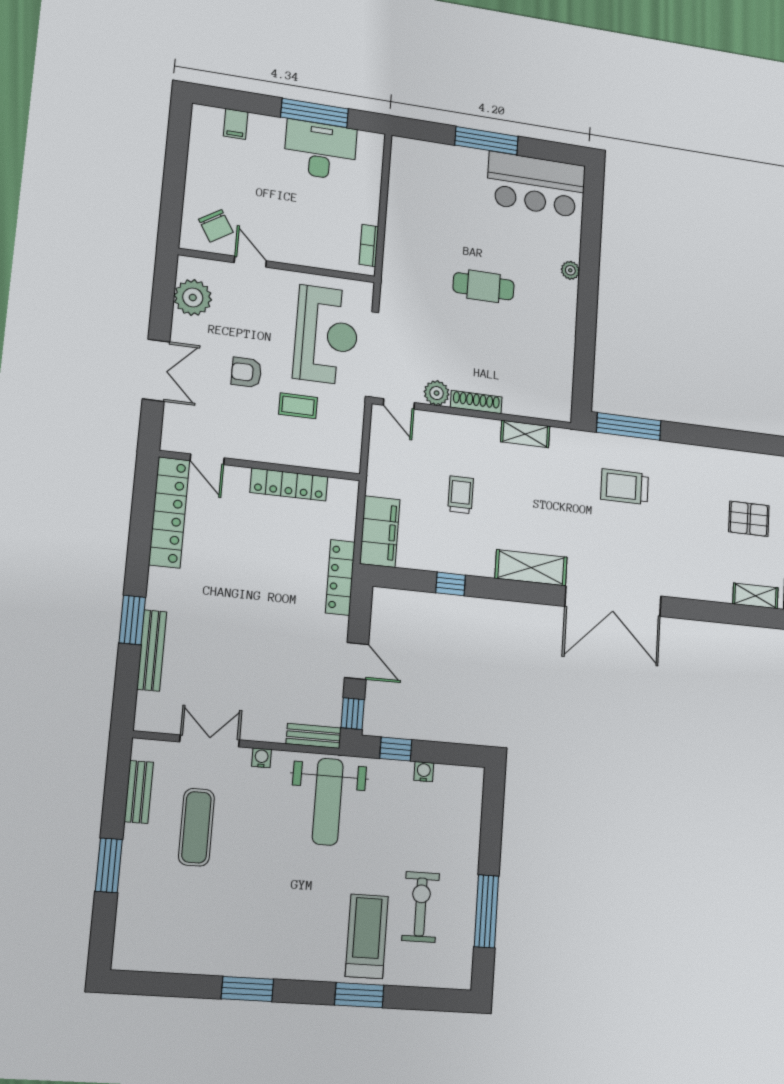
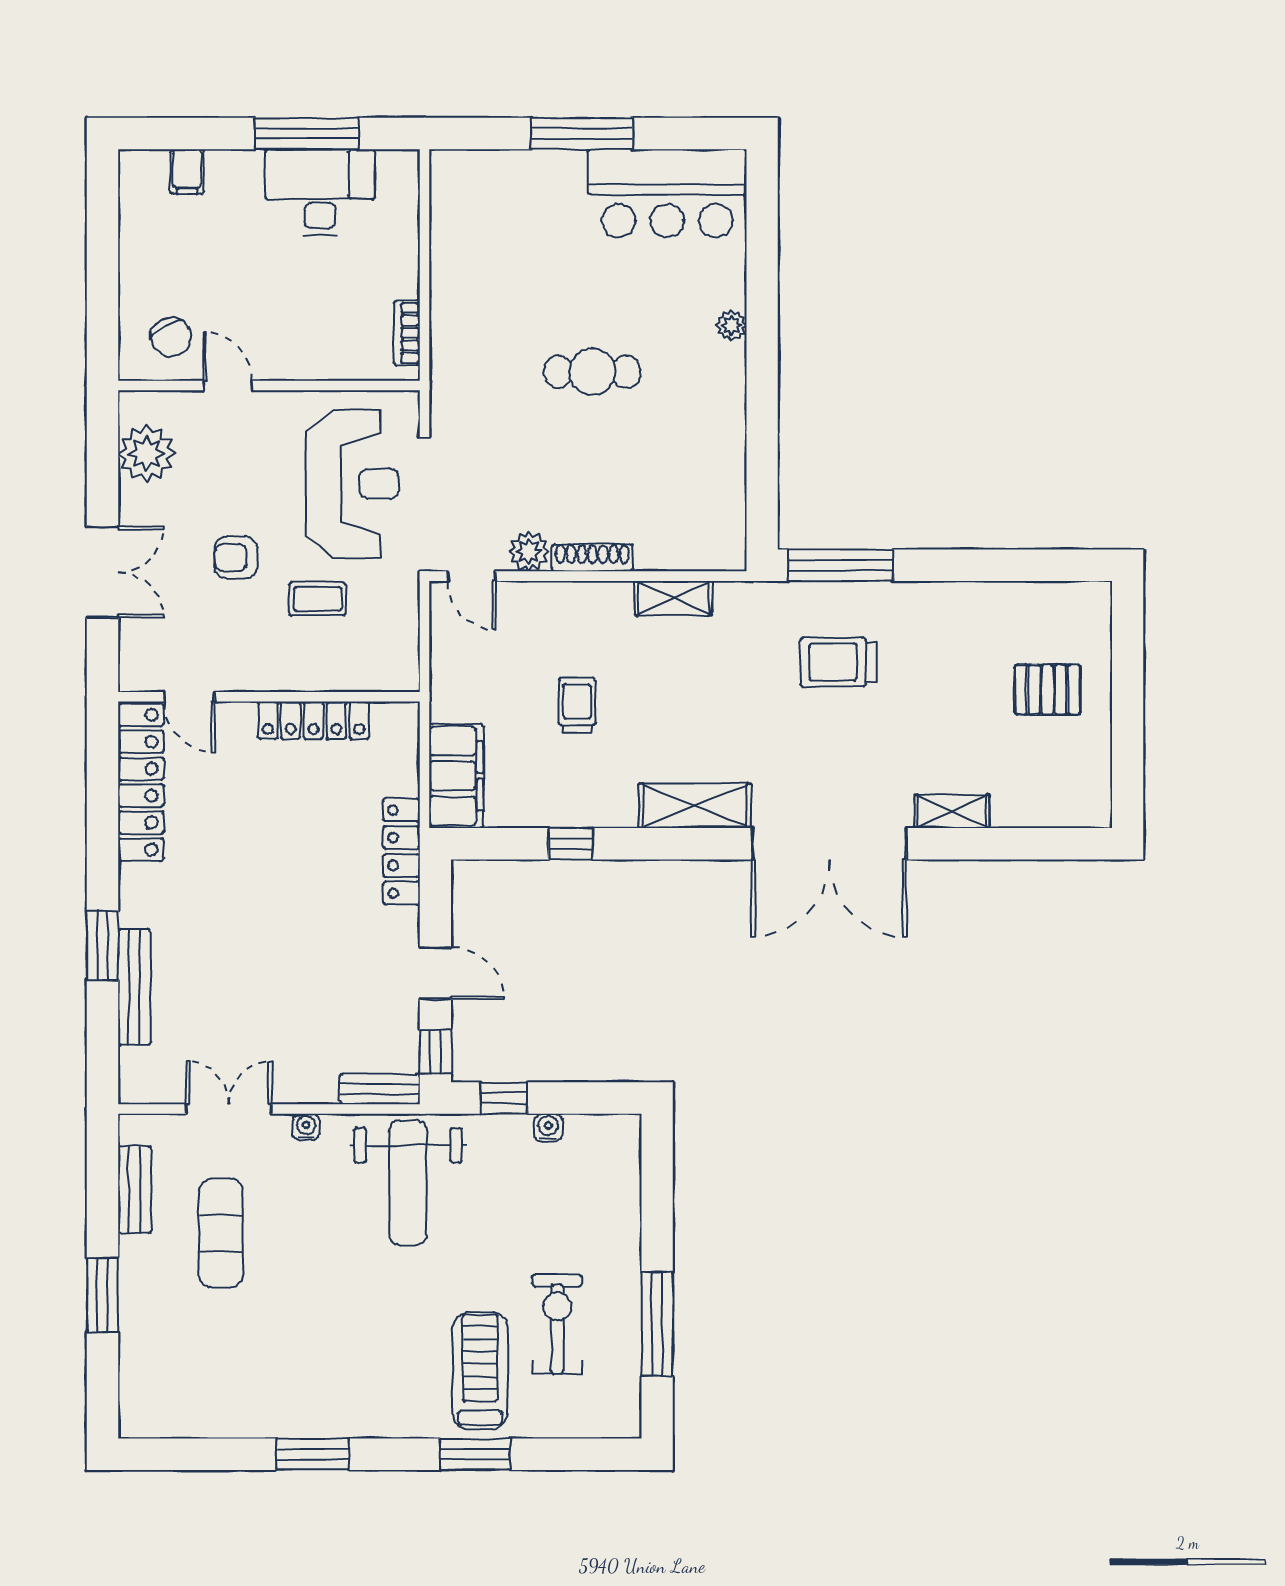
shelving: (755, 596) -> (952, 811), moved

